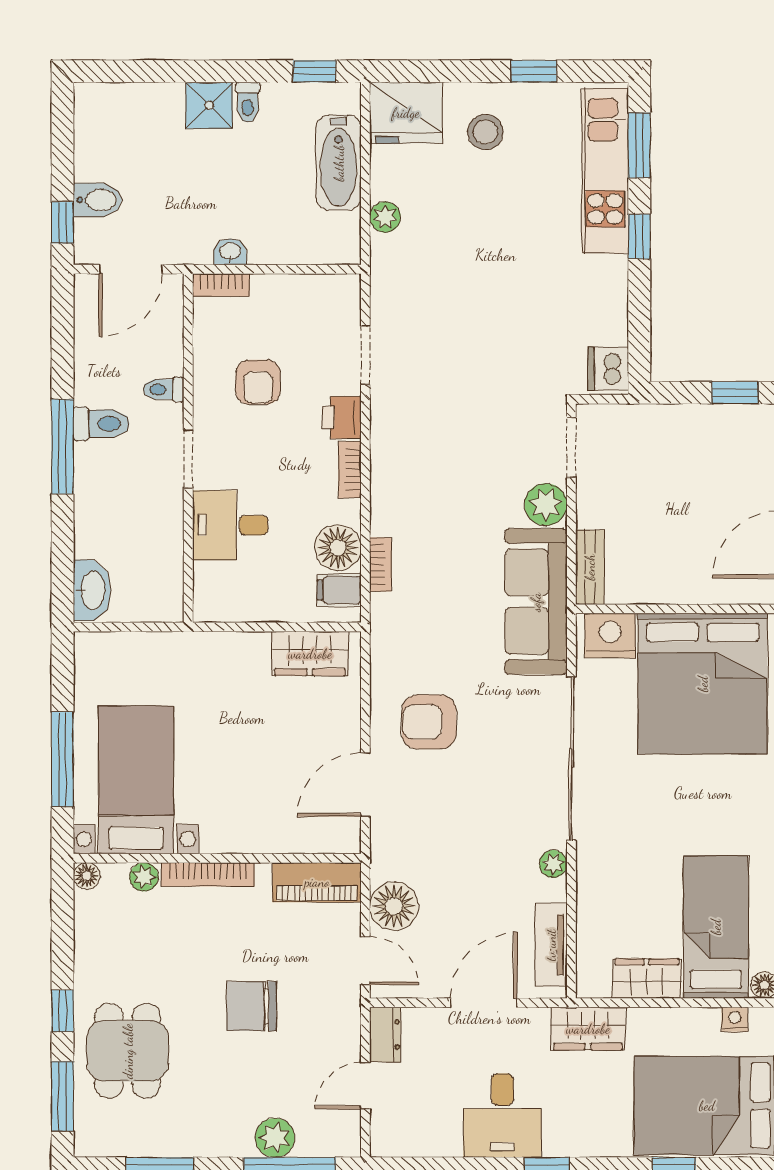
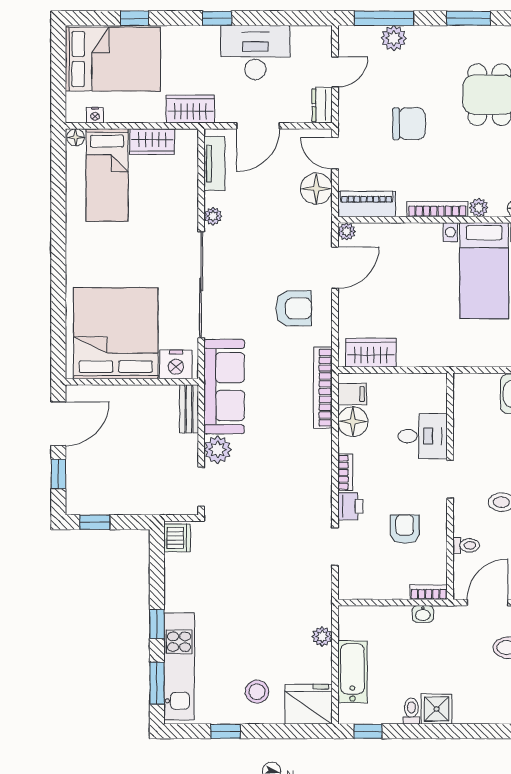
toilet: (164, 389) -> (466, 545), moved
bookcase: (381, 564) -> (323, 388), width x2.31, depth x1.31
plant: (347, 840) -> (347, 231), added
desk: (502, 1116) -> (255, 53), width x1.37

